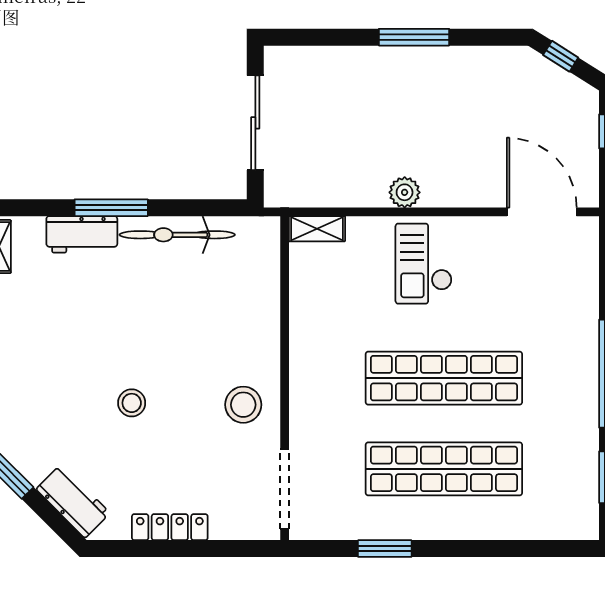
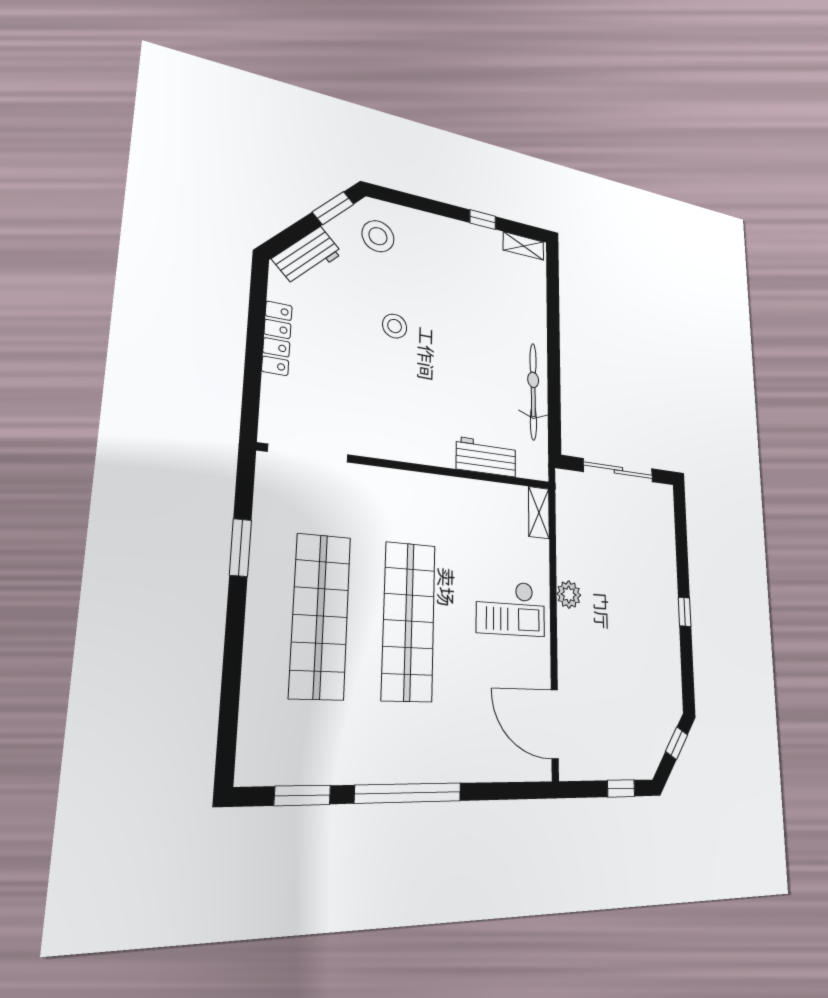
window: (414, 37) -> (685, 612), width x0.46
window: (111, 208) -> (553, 341), removed
door: (542, 212) -> (555, 724), swing flipped
workbench: (82, 234) -> (486, 457), moved, turned 90
checkout: (424, 264) -> (511, 608), turned 180
stool: (243, 405) -> (378, 236), moved

